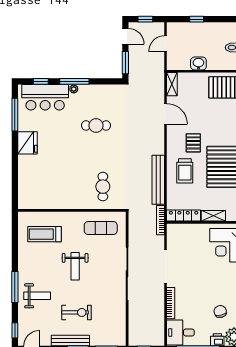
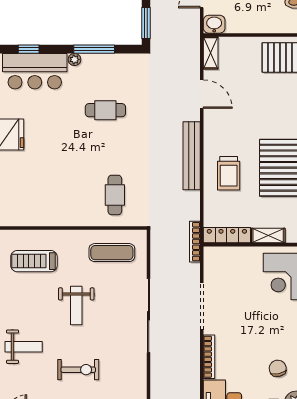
washbasin: (198, 63) -> (214, 24), moved
window: (74, 81) -> (94, 49), moved
pallet: (193, 143) -> (240, 134), removed
bench: (158, 180) -> (192, 156), moved

